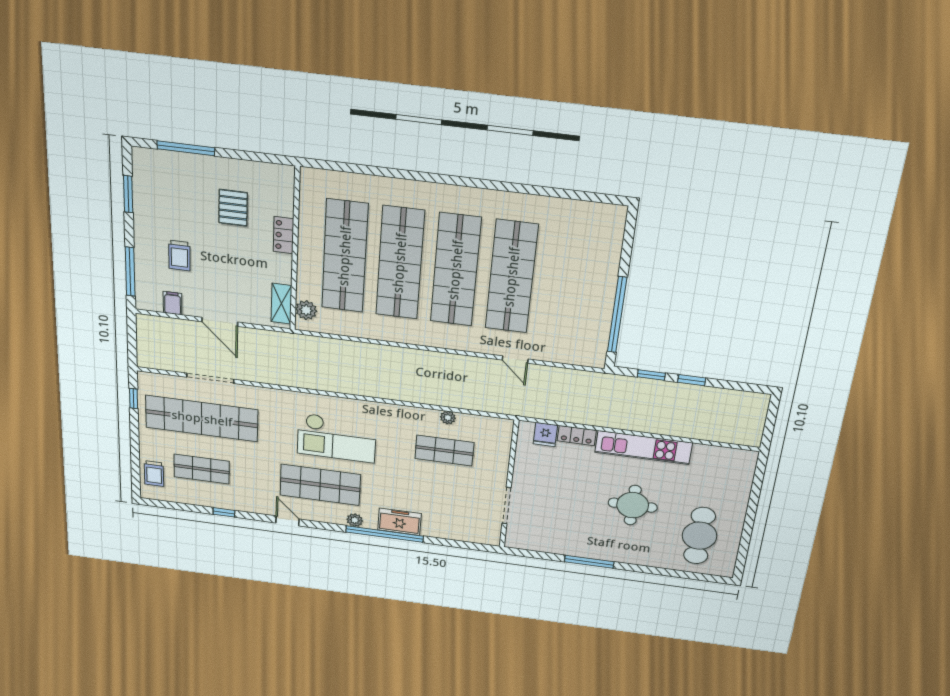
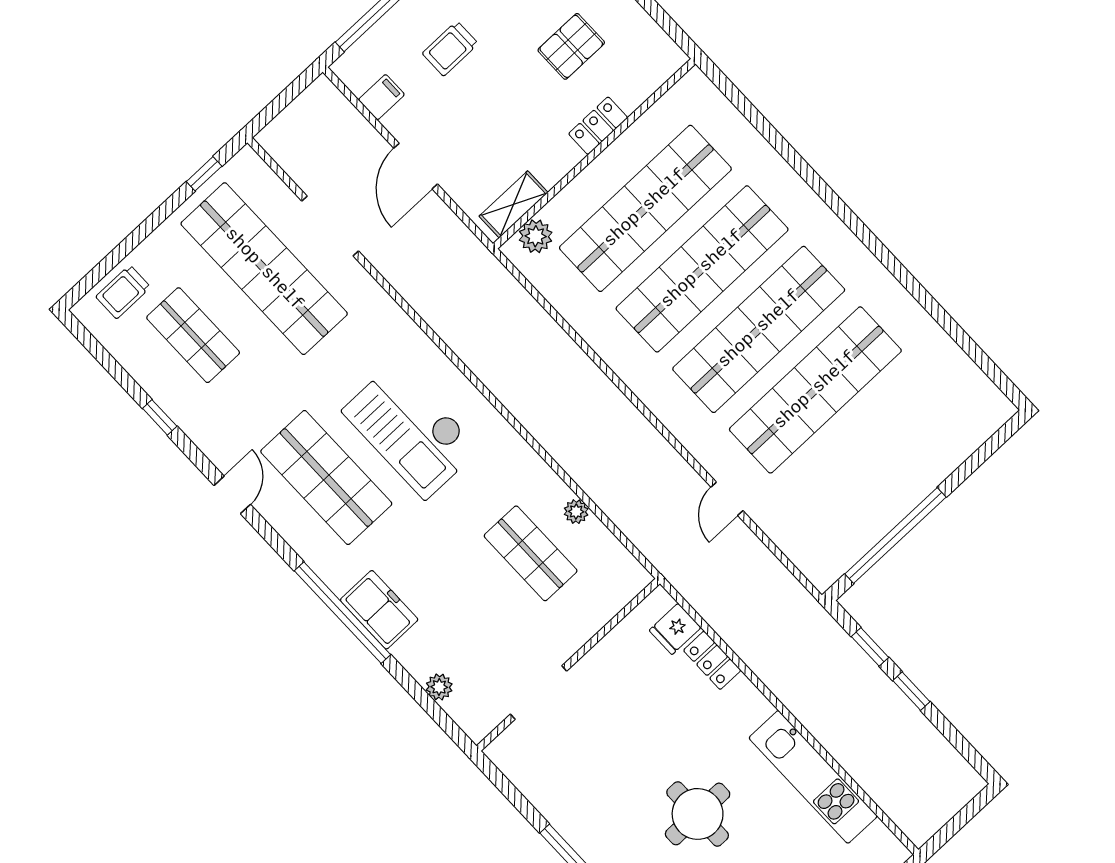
kitchen unit: (643, 448) -> (813, 777), moved
plant: (355, 520) -> (439, 687), moved

